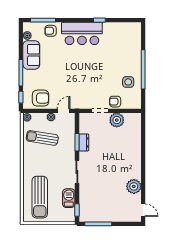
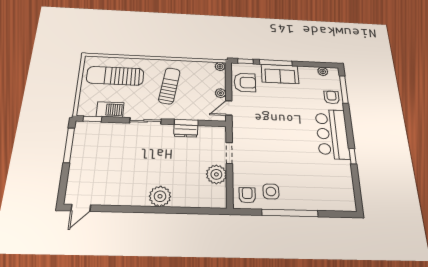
sofa: (31, 55) -> (280, 74), moved
armchair: (41, 98) -> (245, 82), turned -90
armchair: (115, 102) -> (247, 195), moved
door: (64, 111) -> (229, 108), swing flipped
sun lounger: (42, 138) -> (169, 86), moved
plant: (134, 186) -> (160, 196), moved

